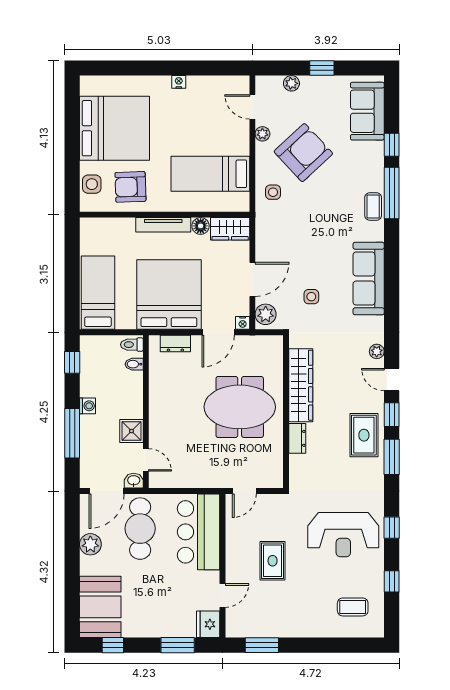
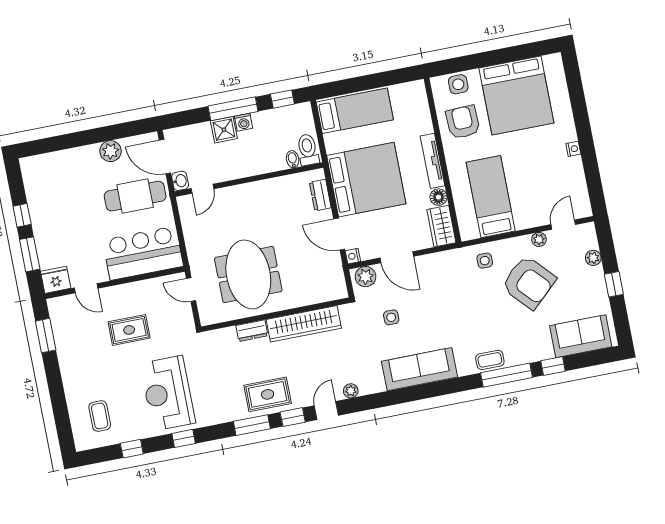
toilet: (132, 345) -> (308, 150), width x1.37, depth x1.39
meeting table: (240, 407) -> (248, 274), moved
shower: (131, 431) -> (224, 130), moved
window: (72, 433) -> (233, 109), moved
booth: (100, 607) -> (52, 172), removed
window: (113, 645) -> (22, 215), moved

